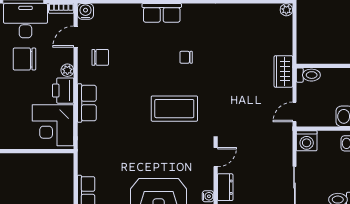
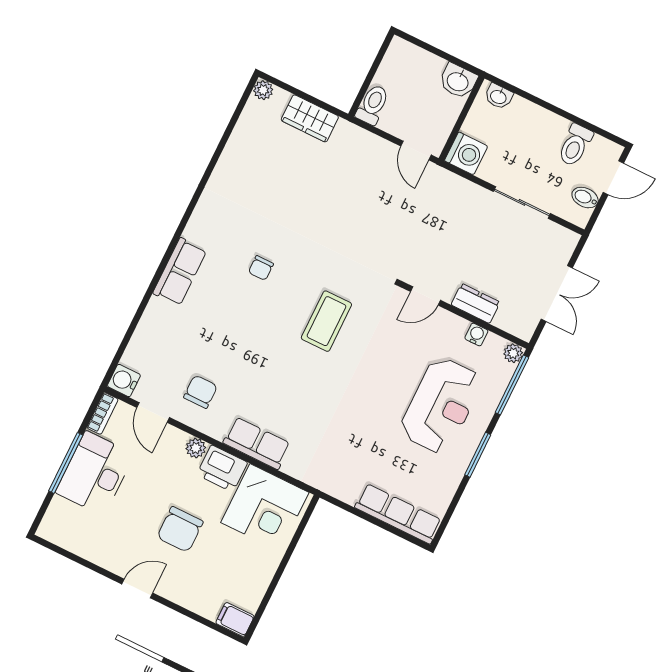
chair: (24, 59) -> (180, 529), moved
wardrobe: (283, 71) -> (310, 118), moved
coffee table: (174, 109) -> (326, 321), width x0.73, depth x0.76
door: (216, 157) -> (425, 296), swing flipped

